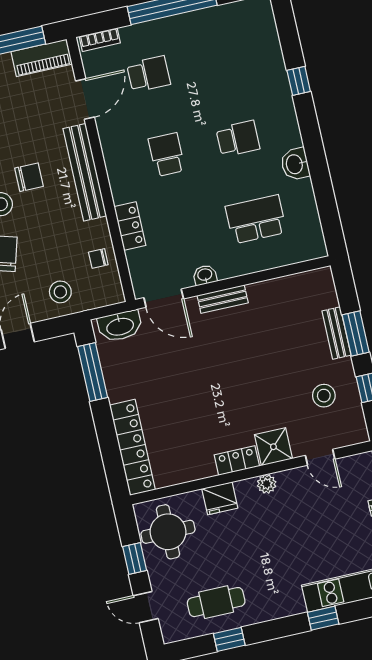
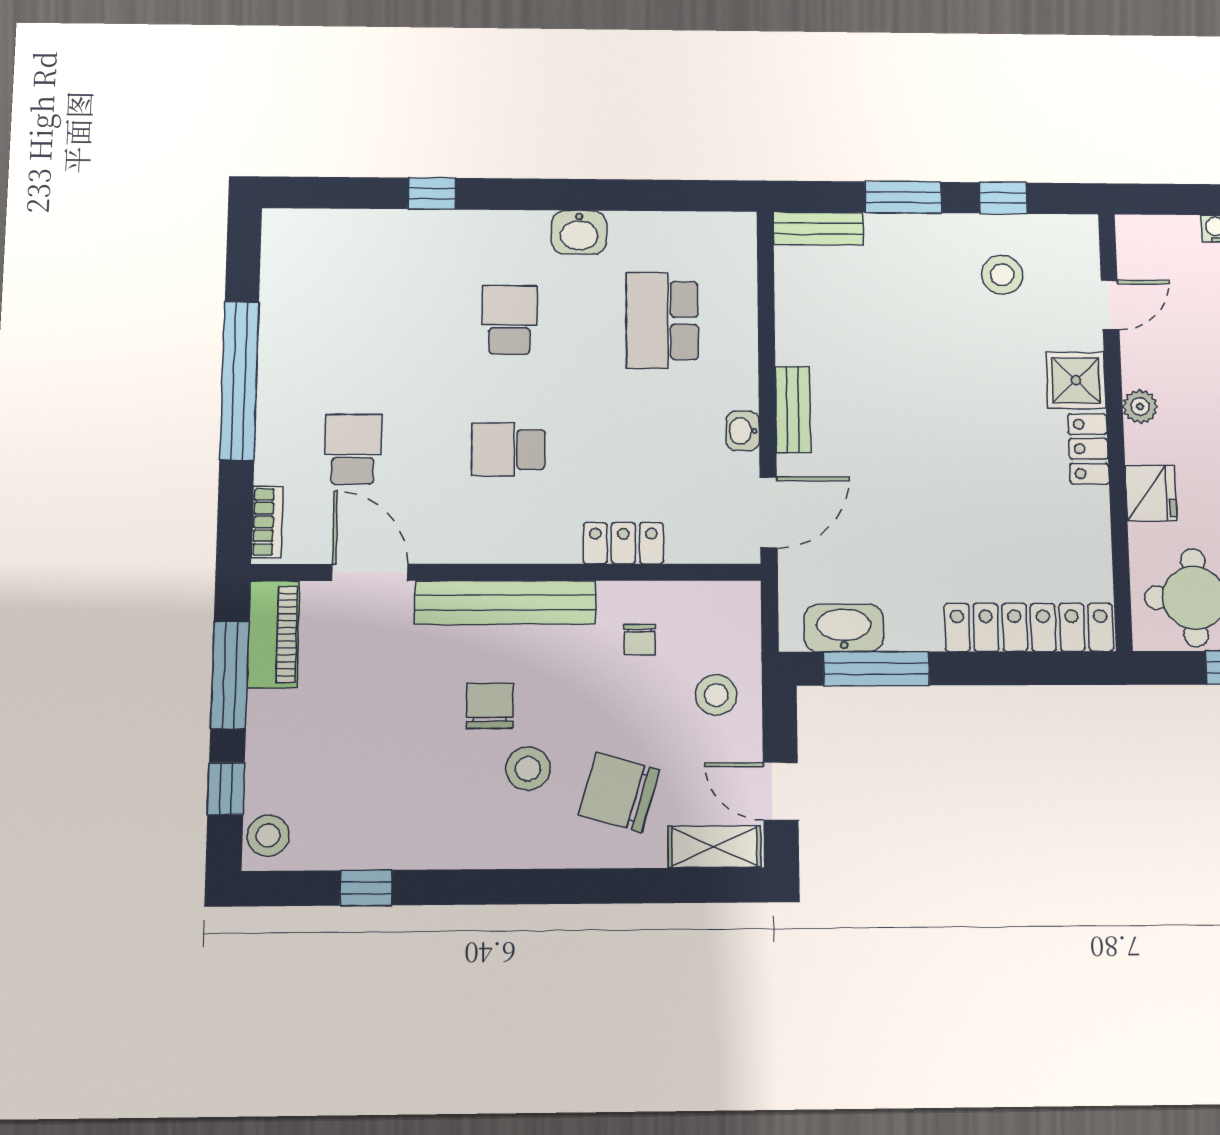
chair: (98, 258) -> (640, 640), moved
washbasin: (120, 326) -> (844, 628), moved, turned -90
bench: (336, 333) -> (818, 229), moved

